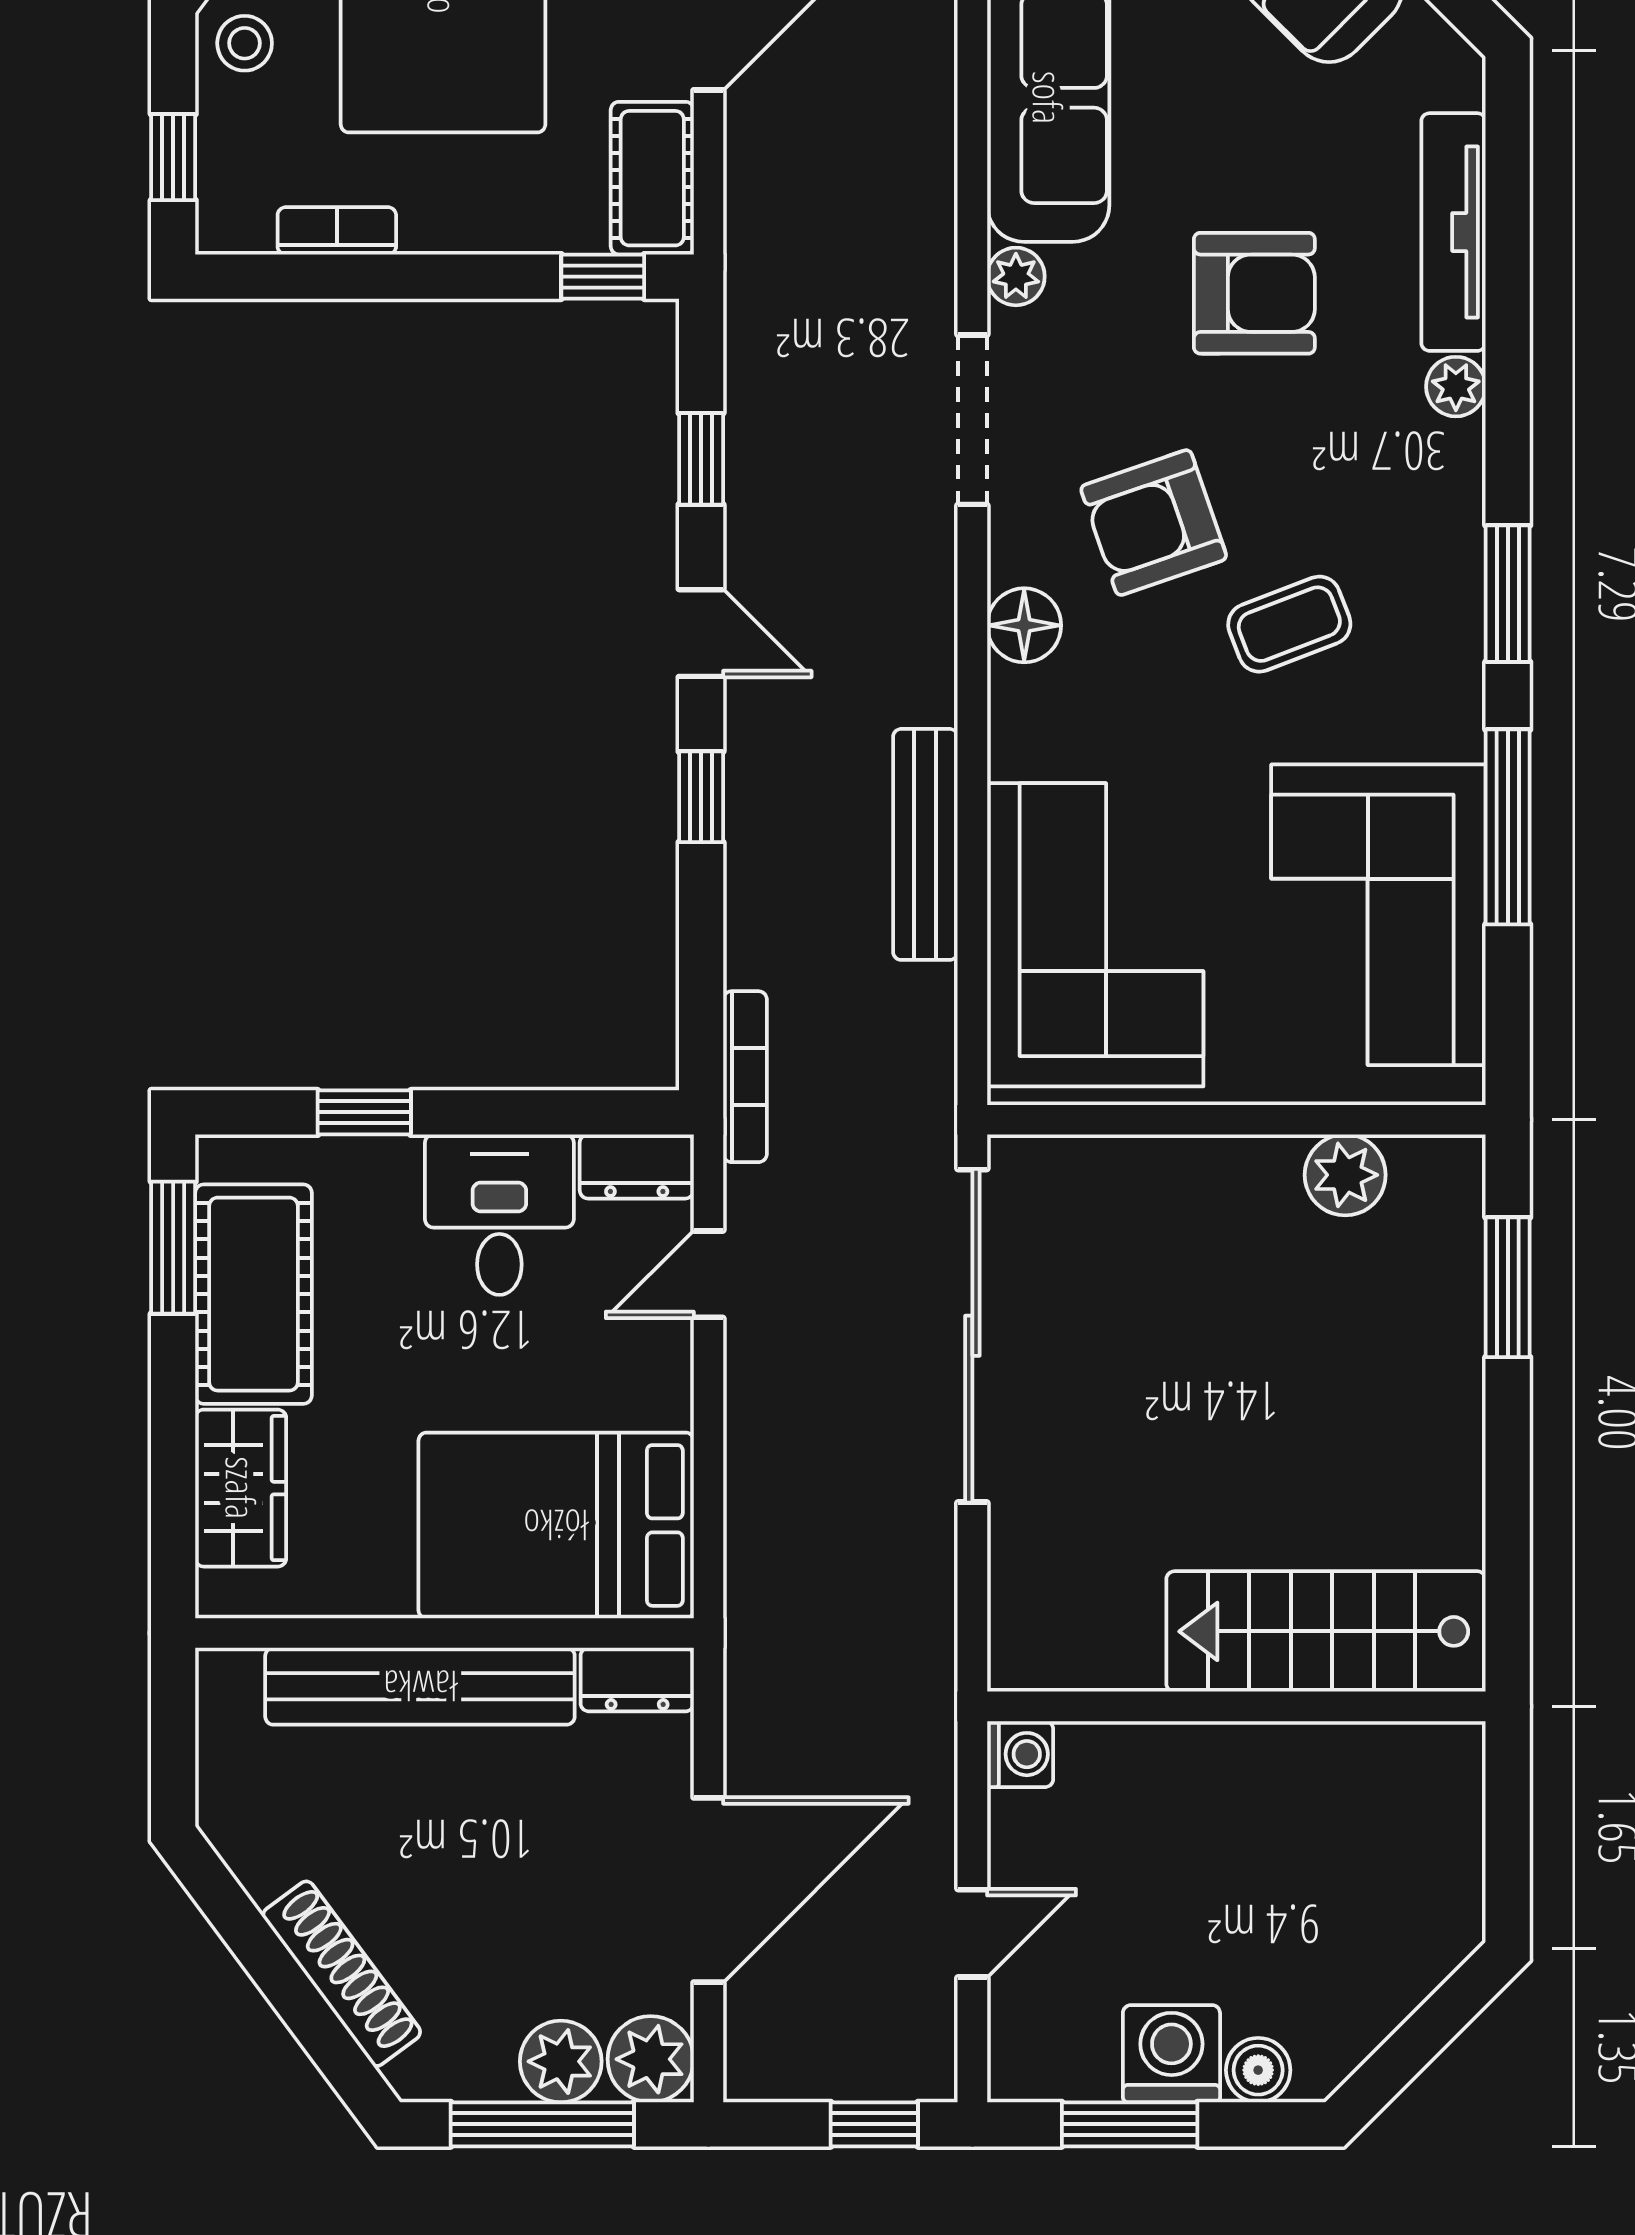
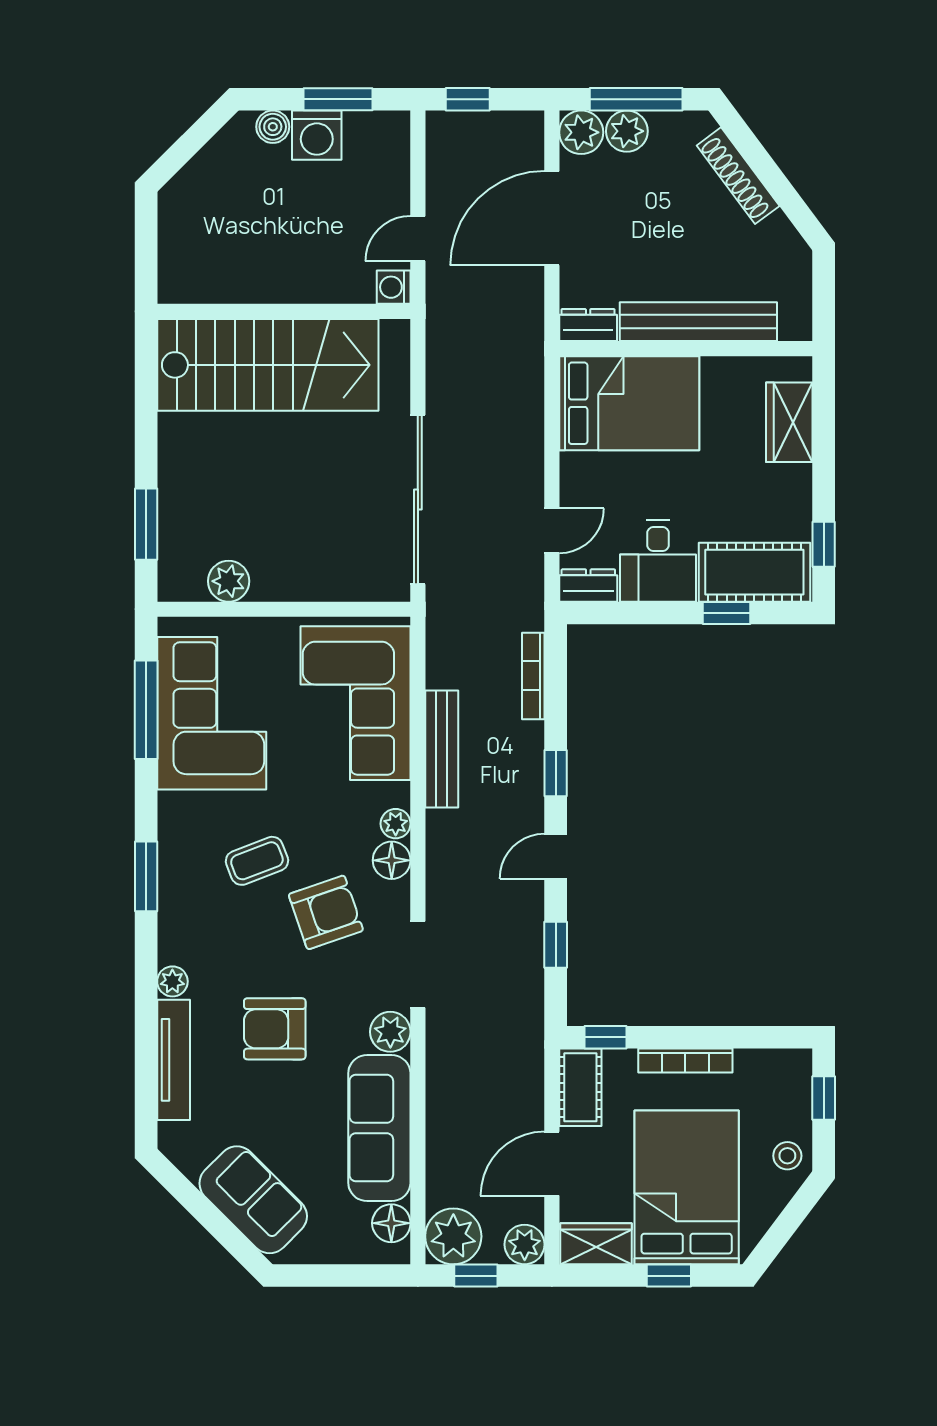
bookcase: (337, 231) -> (685, 1061), moved, width x1.56
plant: (1016, 276) -> (390, 1032), width x1.38, depth x1.38
door: (701, 633) -> (556, 856), hinge flipped
plant: (1016, 697) -> (396, 824), added
window: (1508, 827) -> (146, 710), moved
bookcase: (745, 1077) -> (533, 676), moved
window: (173, 1248) -> (824, 544), width x0.67
cot: (253, 1294) -> (754, 572), moved, turned 90
stairs: (1326, 1631) -> (268, 365), width x1.36, depth x1.51
door: (972, 1933) -> (418, 239), moved

